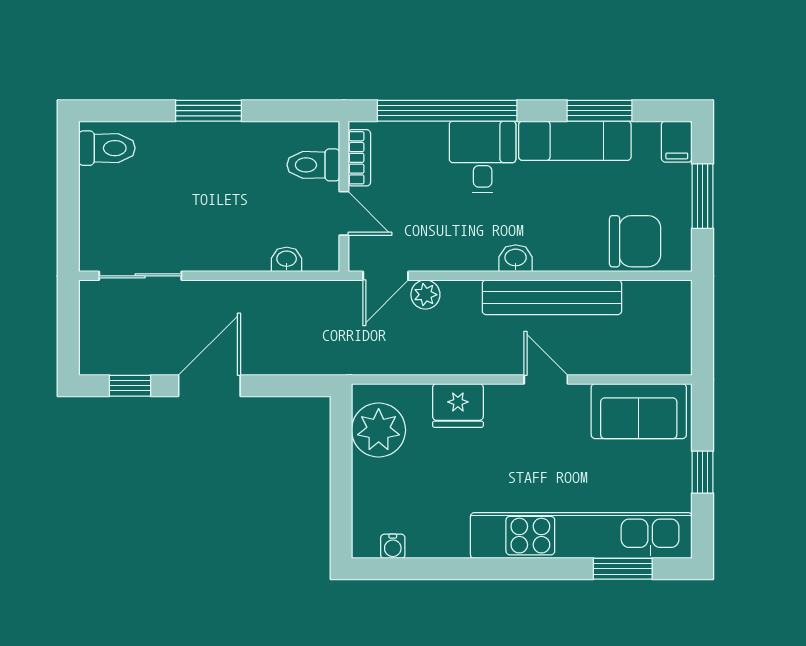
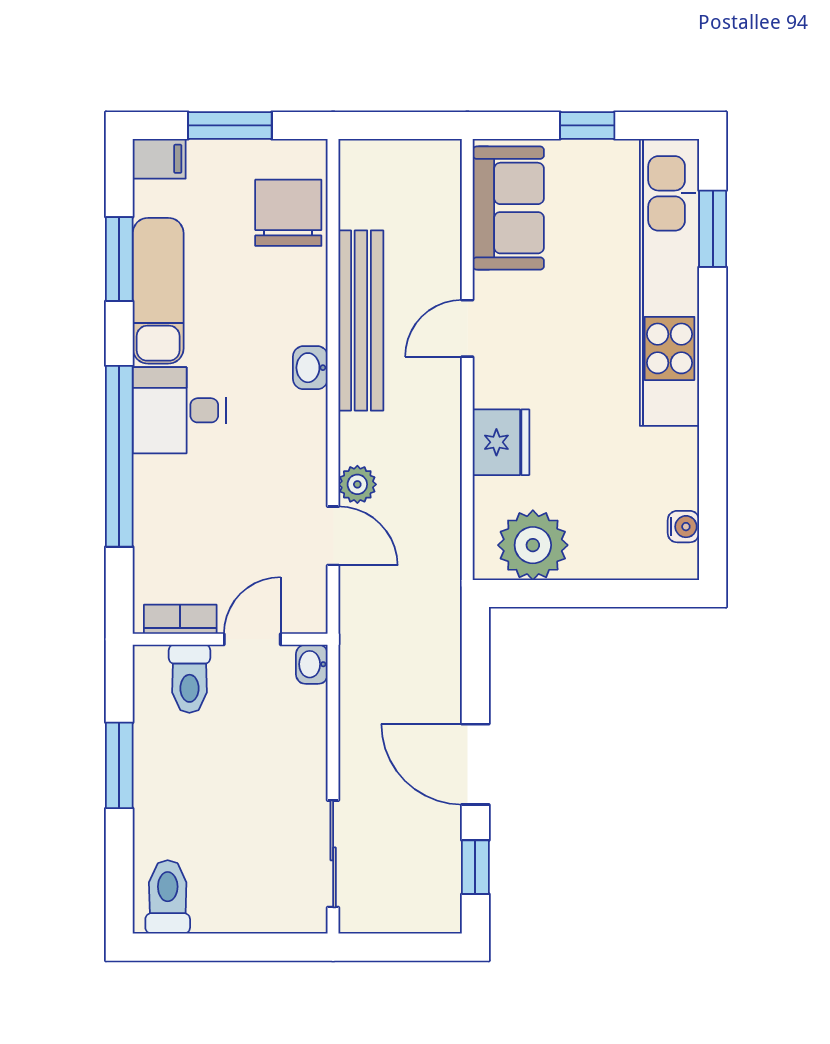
bookcase: (359, 158) -> (180, 619), moved
toilet: (313, 165) -> (189, 679), moved
wall: (344, 196) -> (230, 639), moved
door: (344, 213) -> (252, 639), moved

